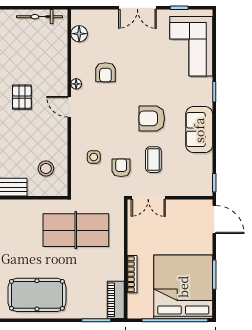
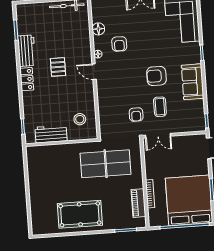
floor lamp: (79, 34) -> (98, 29), moved
side table: (94, 157) -> (115, 108), removed
armchair: (121, 168) -> (136, 115), turned 180
piano: (116, 300) -> (138, 203), moved

